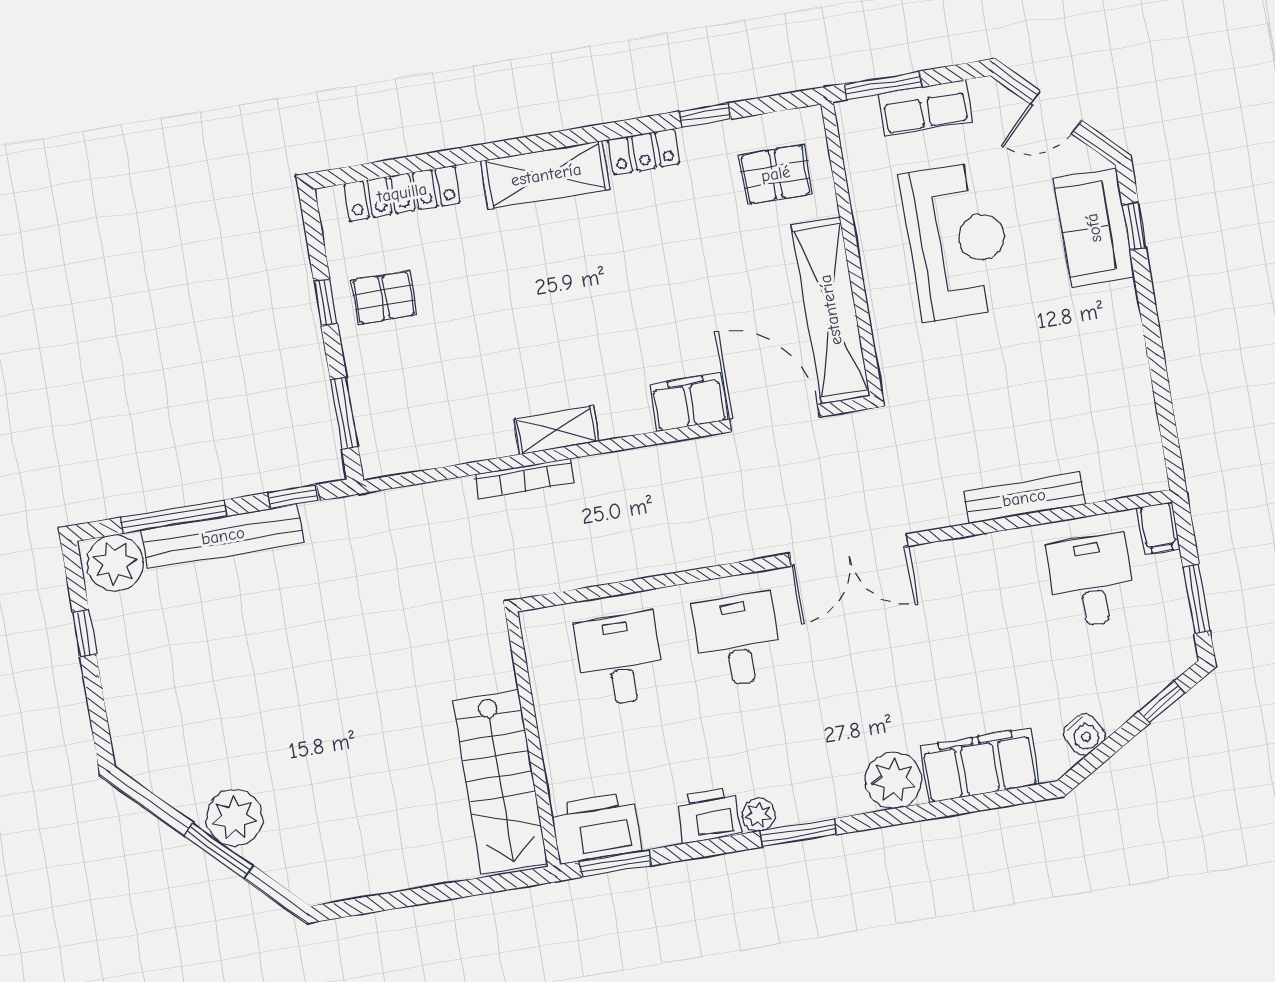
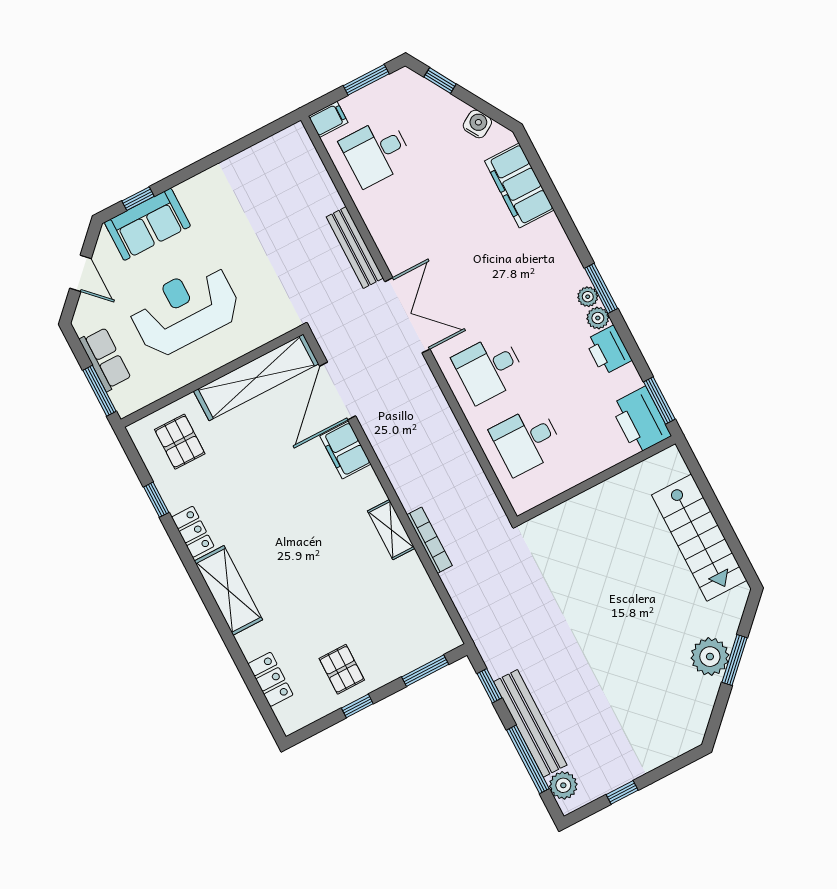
locker: (402, 193) -> (270, 679), width x0.66
bench: (1024, 498) -> (355, 248), moved
plant: (115, 563) -> (563, 785), width x0.73, depth x0.73
plant: (894, 780) -> (588, 297), moved, width x0.53, depth x0.53
stairs: (500, 782) -> (699, 538), moved, turned 90

